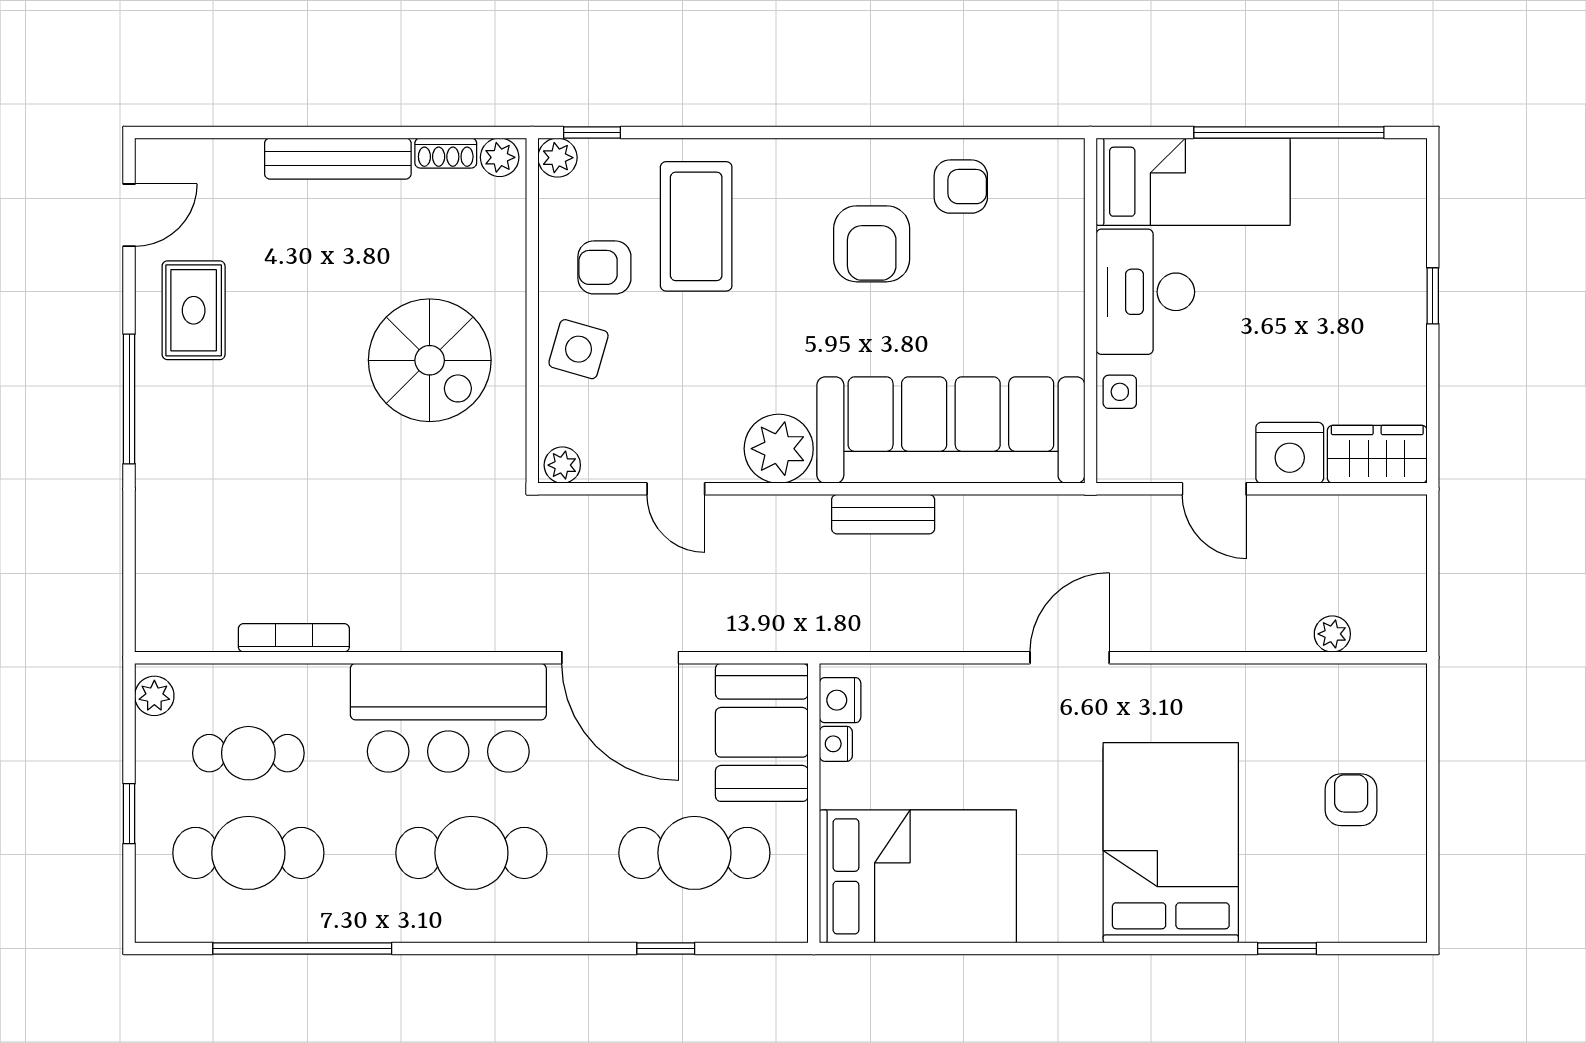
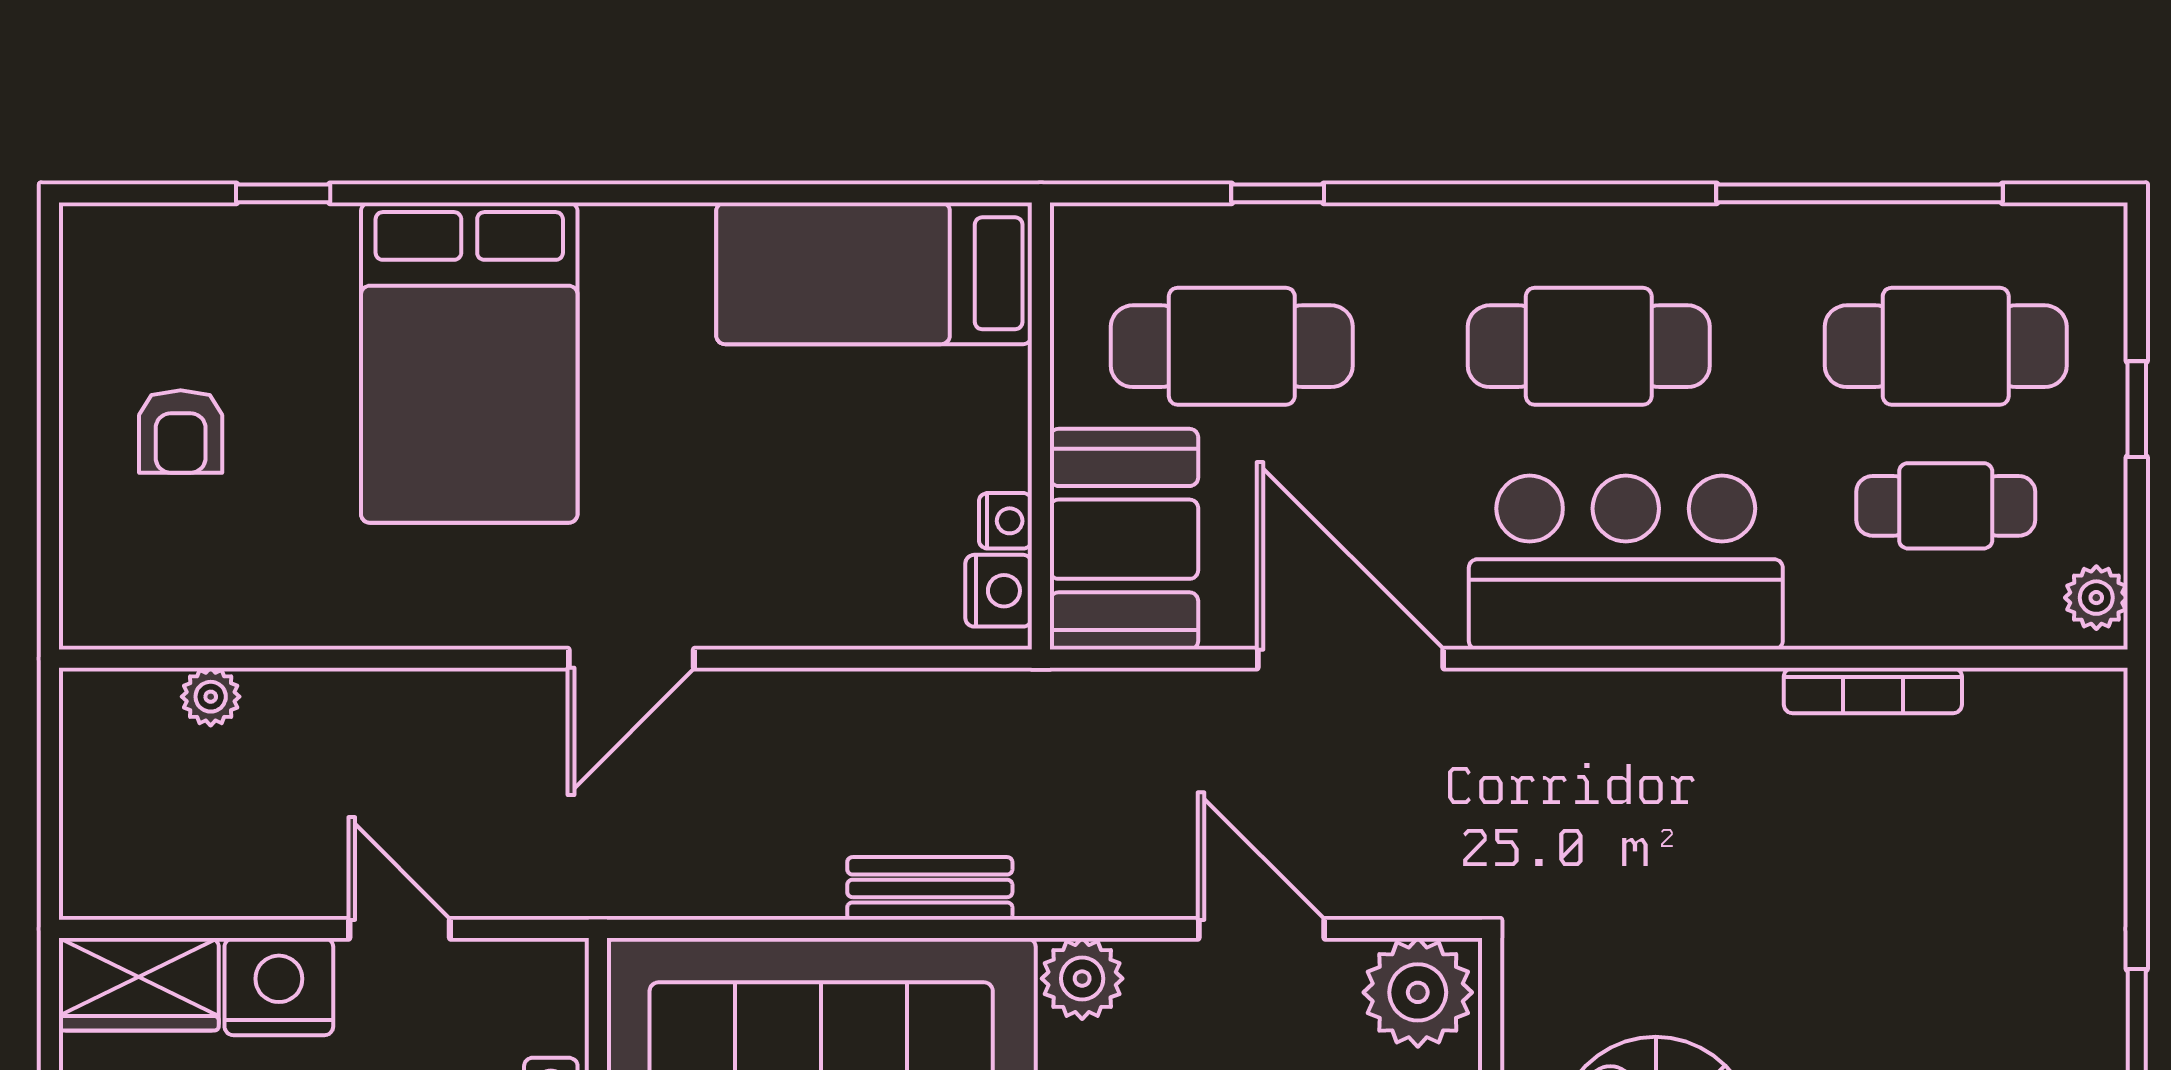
plant: (779, 449) -> (1082, 979), width x0.73, depth x0.73
plant: (562, 465) -> (1418, 992), width x1.88, depth x1.88
door: (676, 489) -> (1262, 929), width x1.38
bed: (918, 876) -> (874, 273), width x0.67

